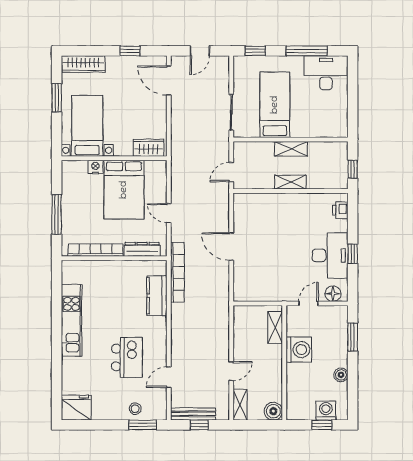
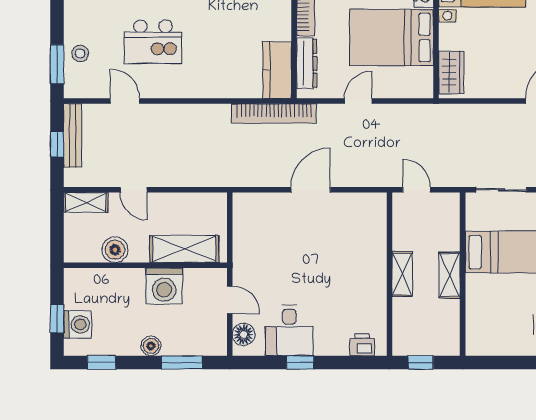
desk: (330, 255) -> (289, 330), width x0.73
kitchen counter: (157, 296) -> (277, 70), moved, turned -90
shelving: (275, 327) -> (184, 249), width x1.50, depth x1.33
boiler: (341, 375) -> (151, 346), moved
window: (353, 394) -> (101, 362), added
boiler: (273, 411) -> (115, 250), moved

